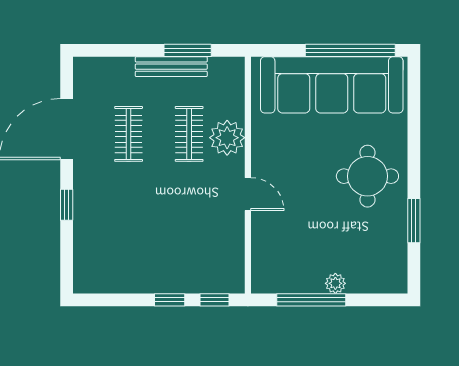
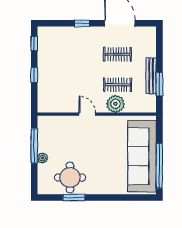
round table: (367, 176) -> (70, 178), moved
door: (248, 194) -> (87, 114), swing flipped
window: (214, 300) -> (34, 44), moved

